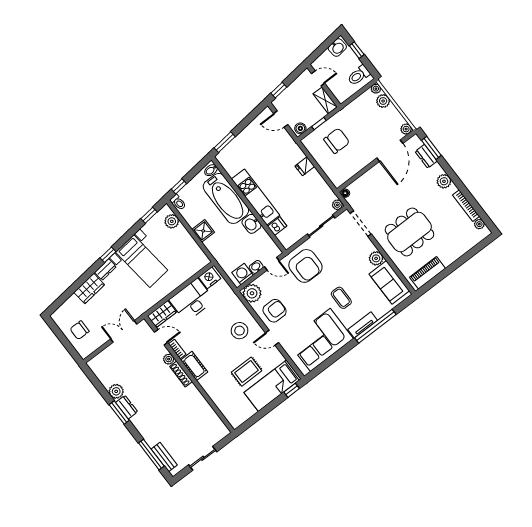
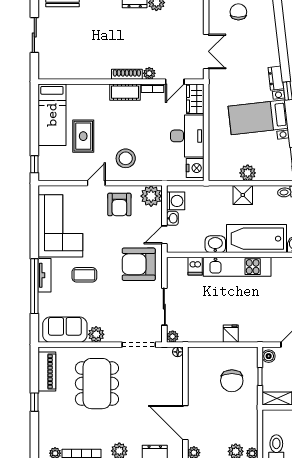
plant: (172, 221) -> (248, 173), moved
window: (455, 265) -> (34, 402), added
wardrobe: (89, 289) -> (270, 50), removed
bed: (273, 386) -> (52, 115), moved, turned 180

